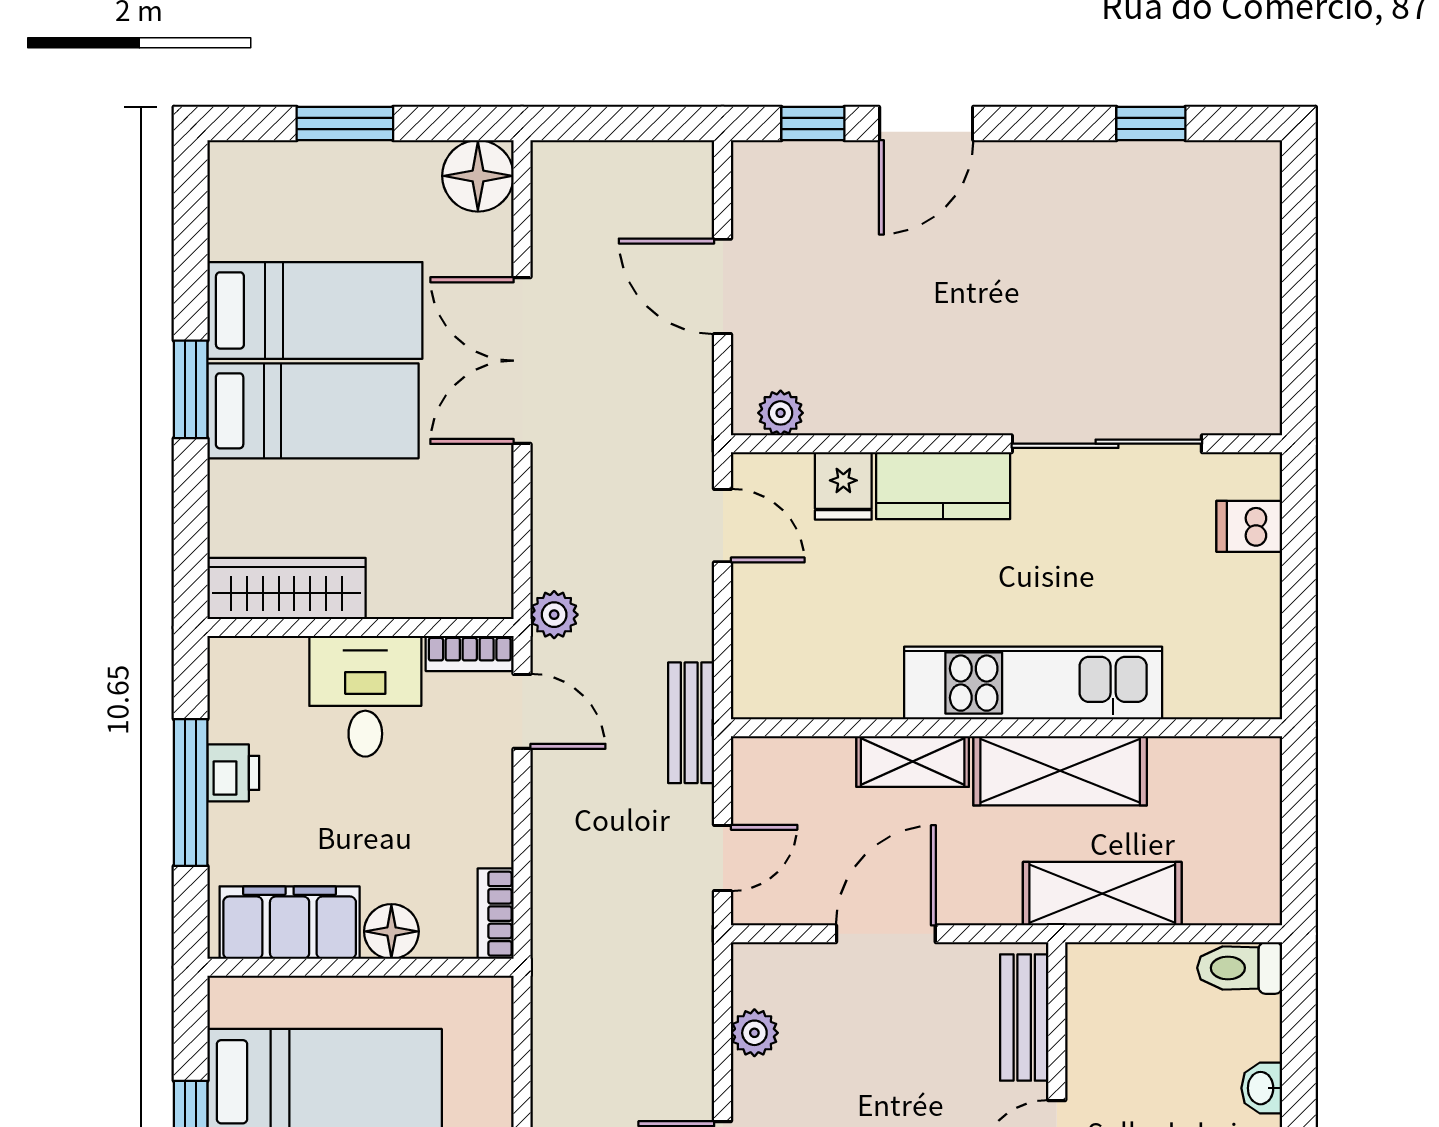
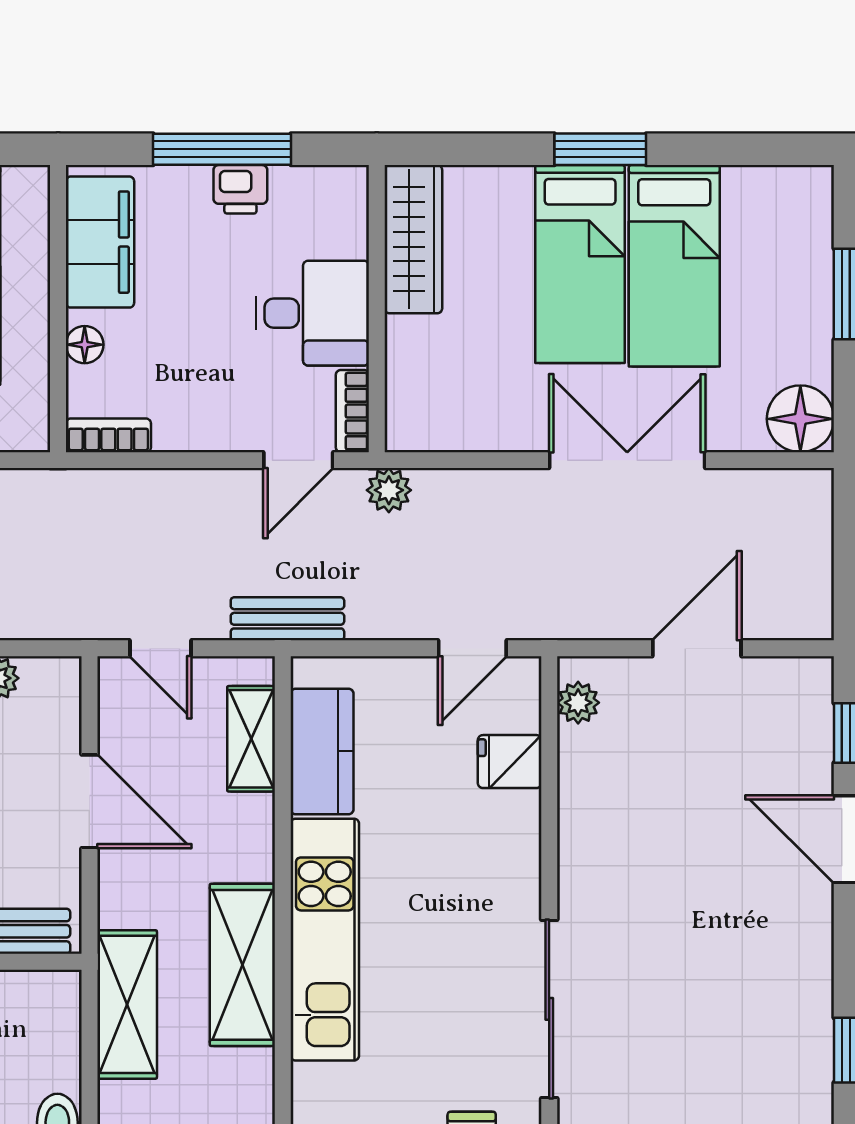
kitchen counter: (943, 486) -> (322, 751), moved, turned 180
shelving: (913, 761) -> (251, 739), moved
floor lamp: (391, 931) -> (85, 345), width x0.73, depth x0.73

